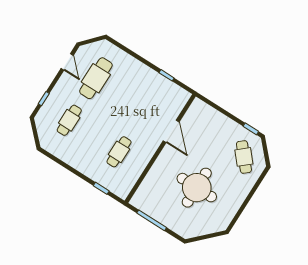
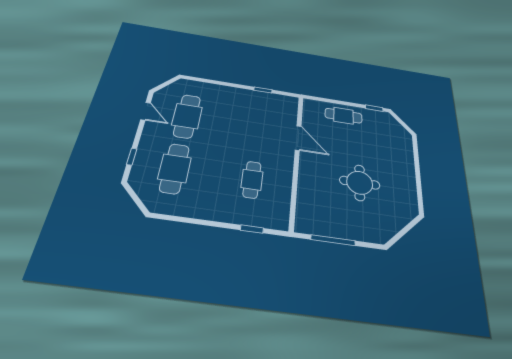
cafe table: (69, 120) -> (175, 168), width x1.37, depth x1.35
cafe table: (244, 157) -> (344, 116), moved, turned -49
round table: (197, 188) -> (360, 183), width x0.73, depth x0.73

